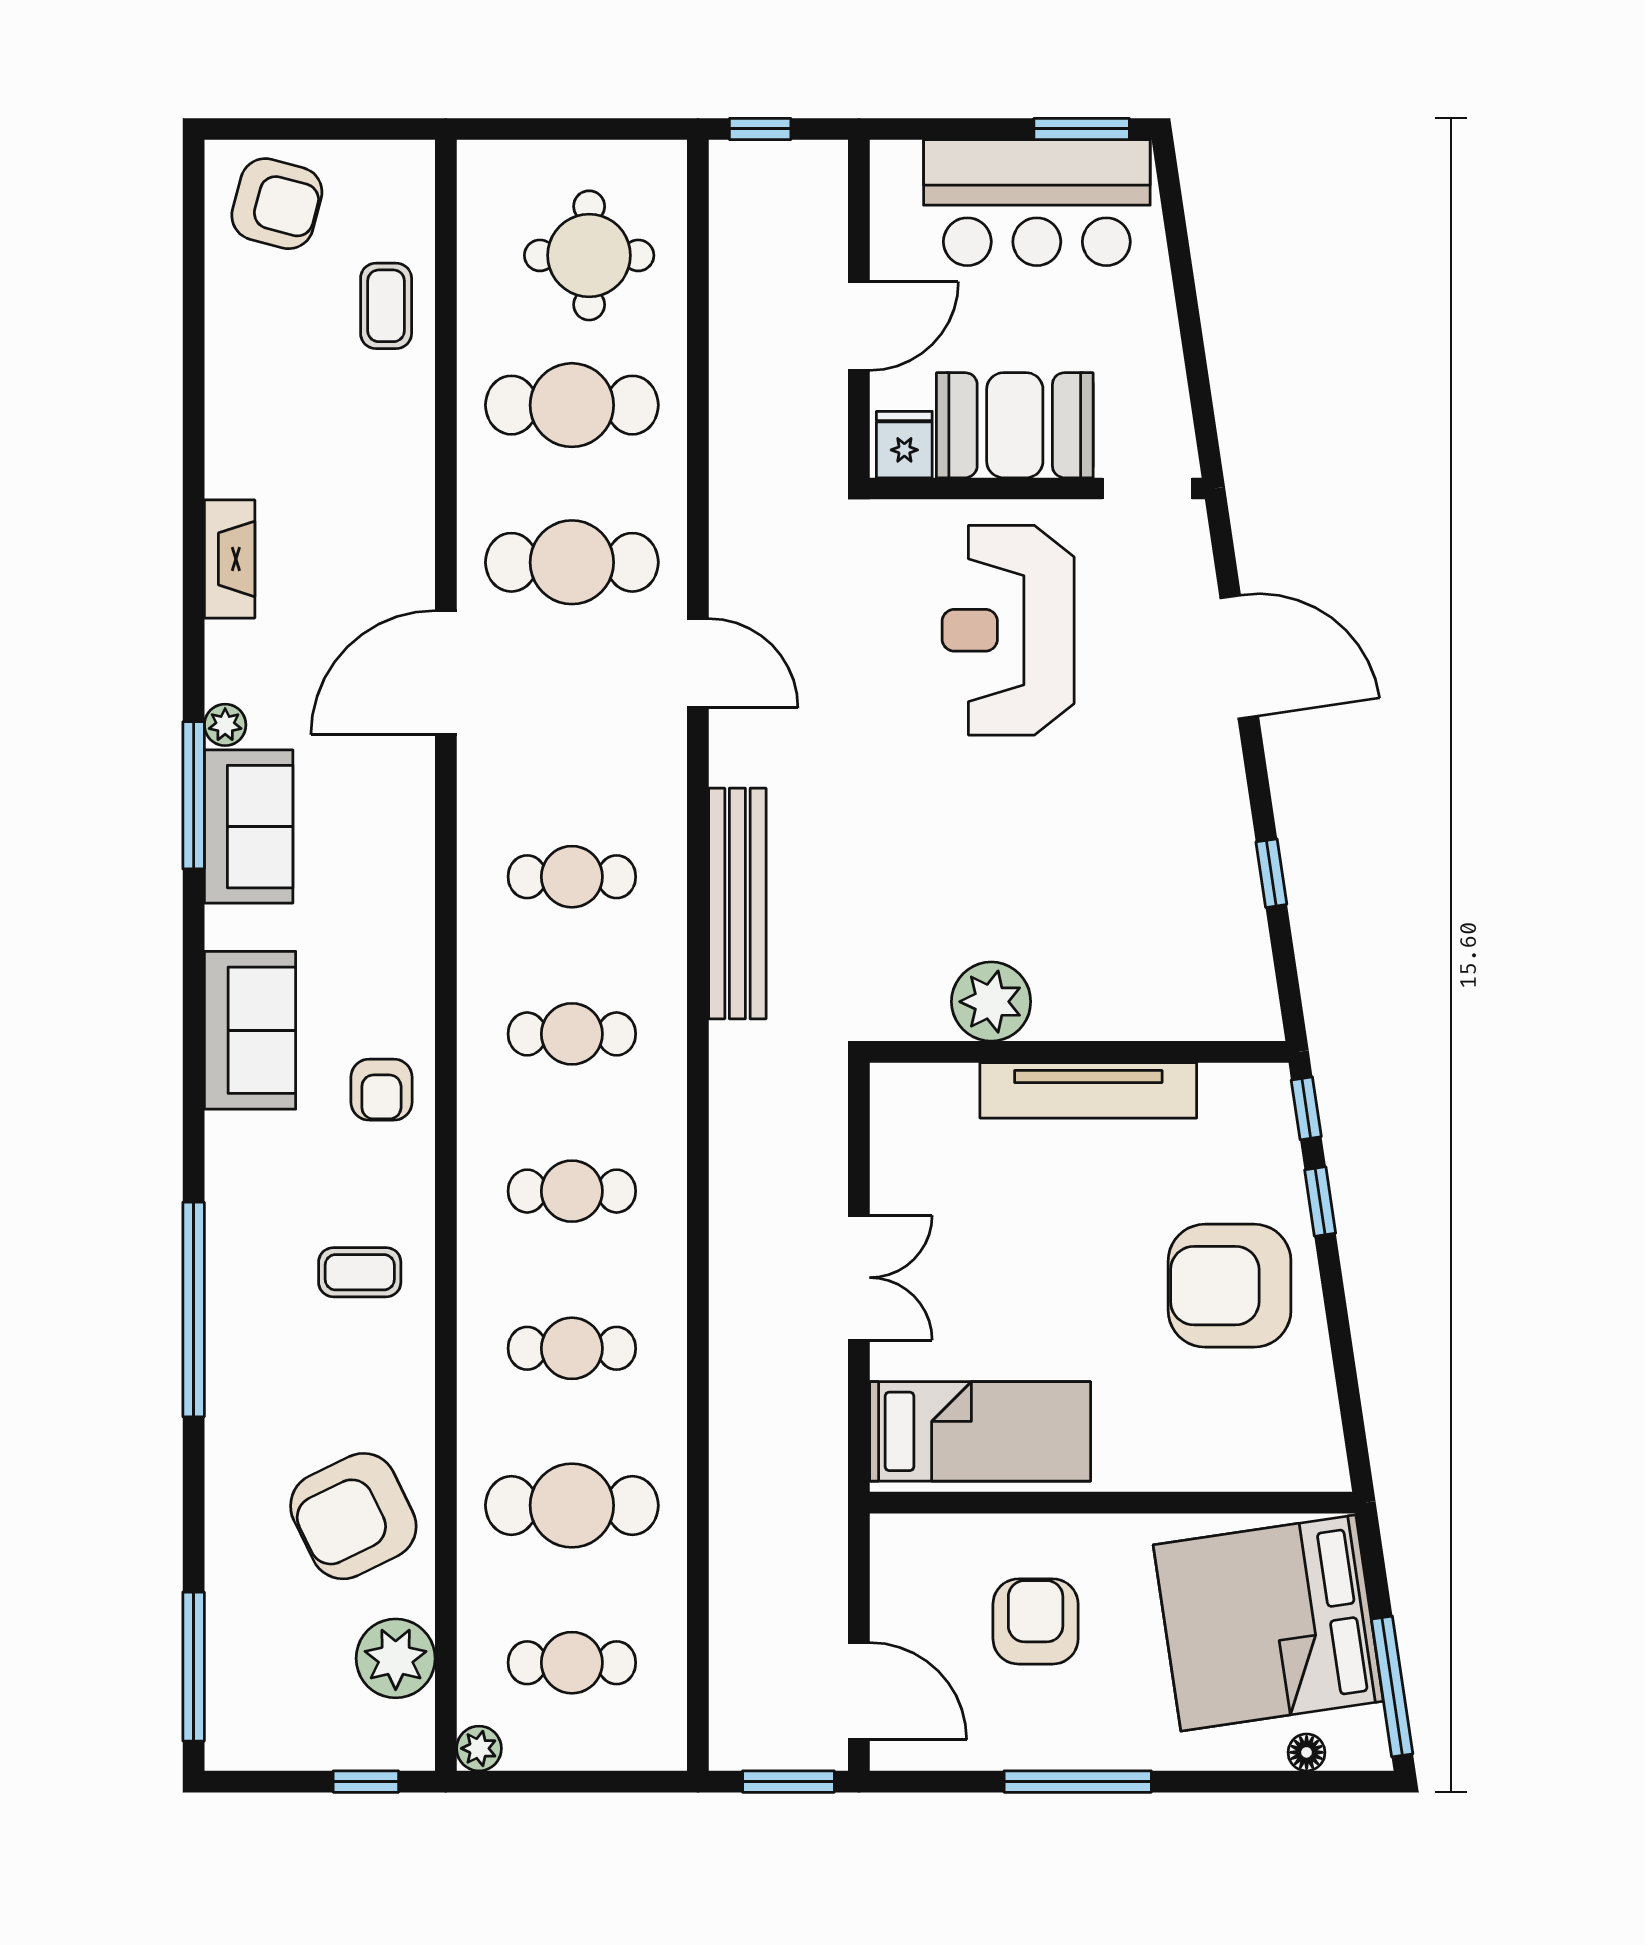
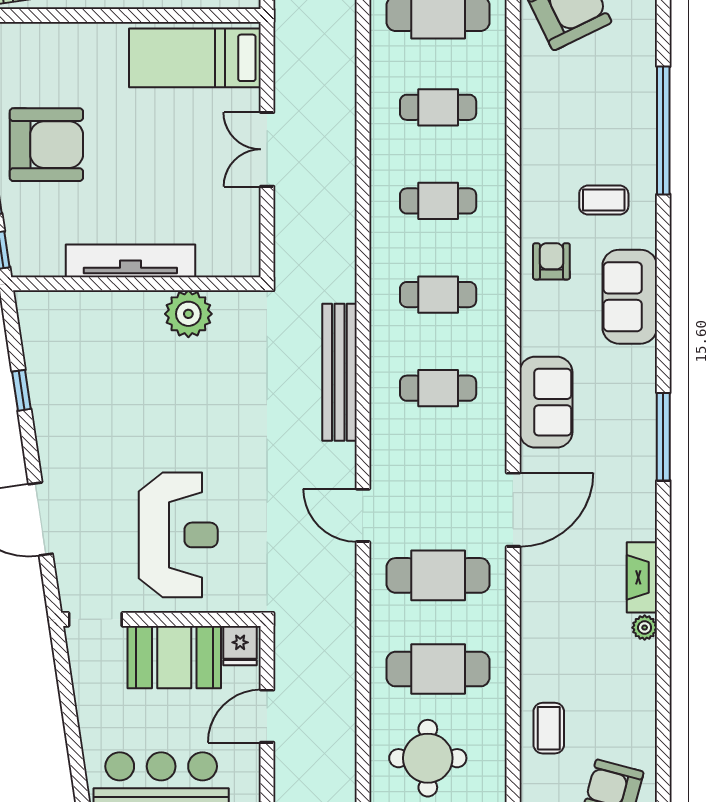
plant: (225, 725) -> (645, 628), moved
sofa: (249, 827) -> (546, 402), moved, turned 180
coffee table: (360, 1272) -> (604, 200), moved

